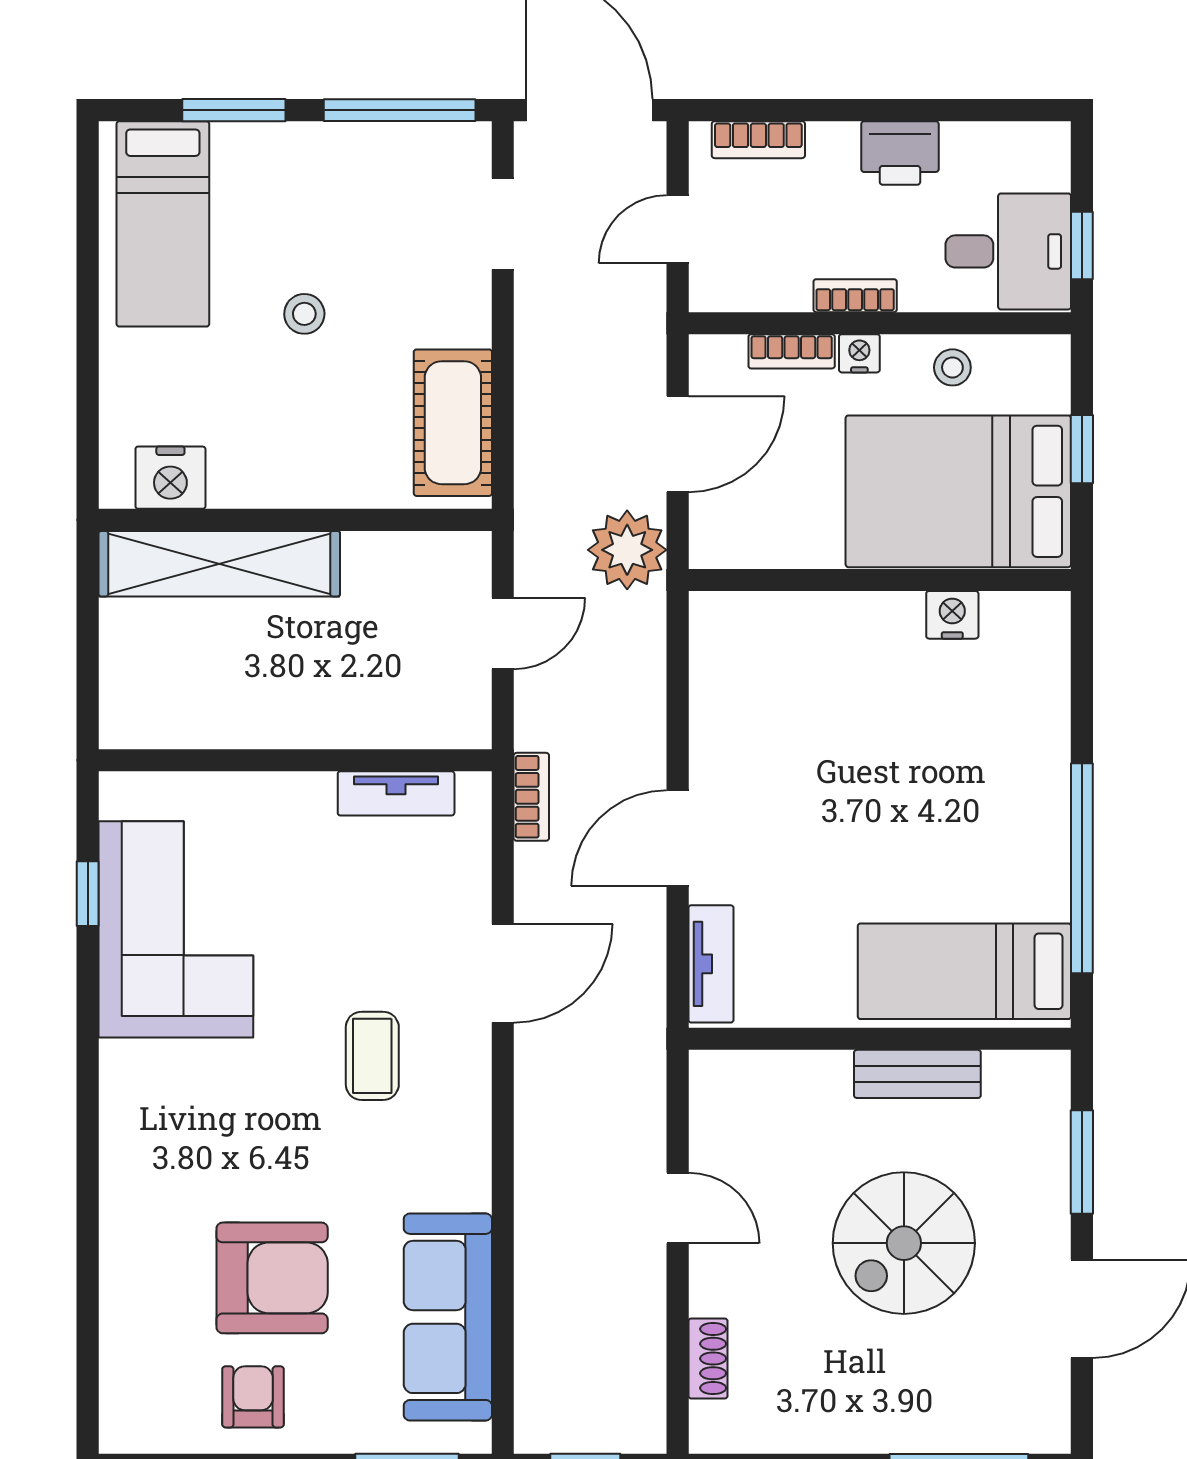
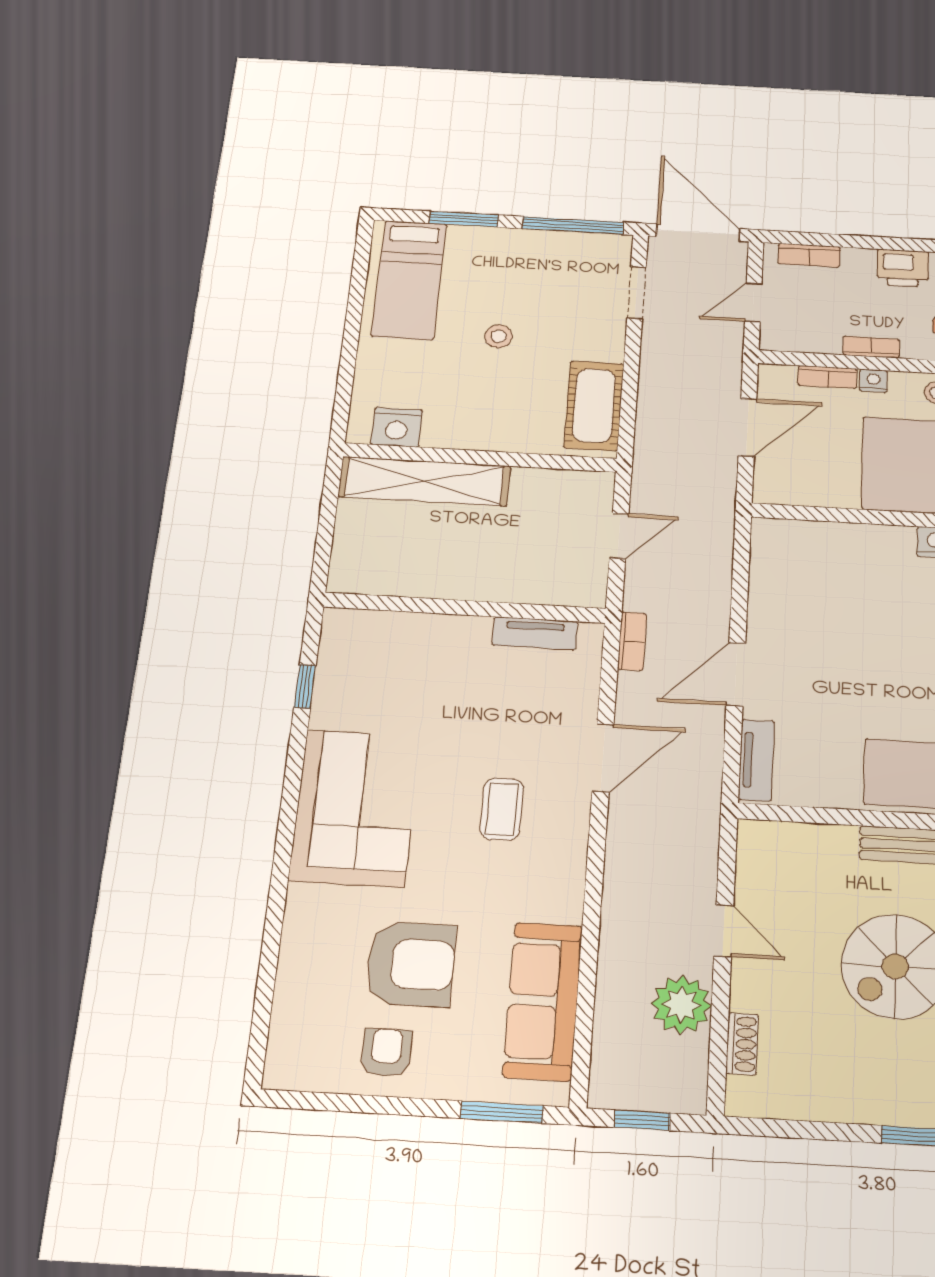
plant: (627, 550) -> (681, 1005), moved
corner sofa: (176, 929) -> (355, 808), moved

